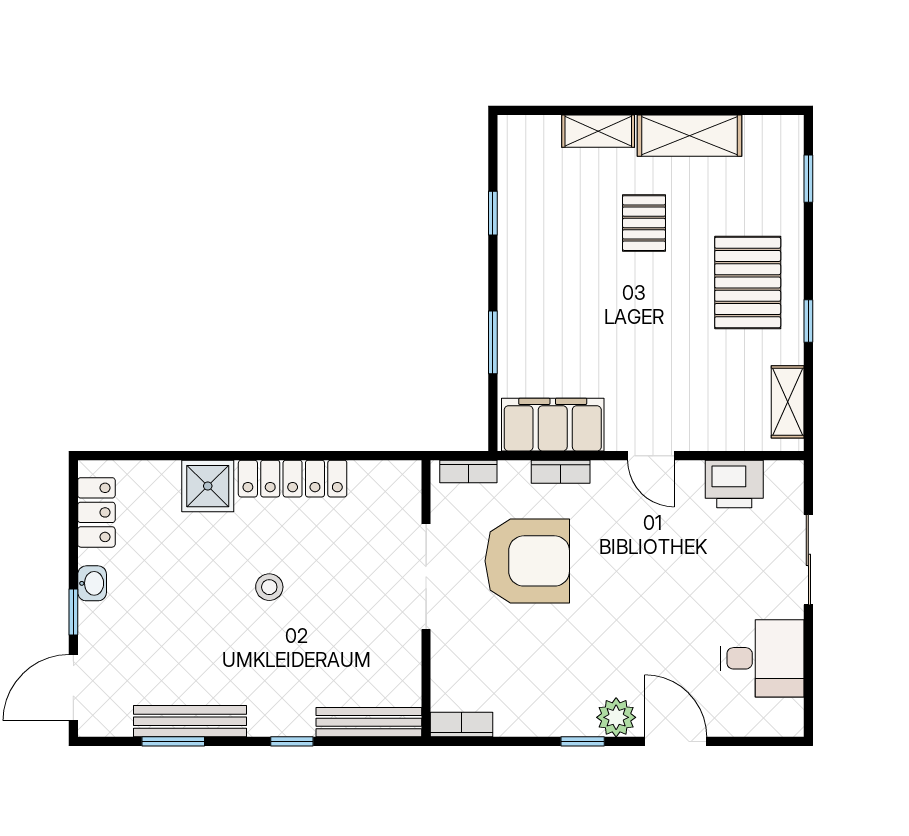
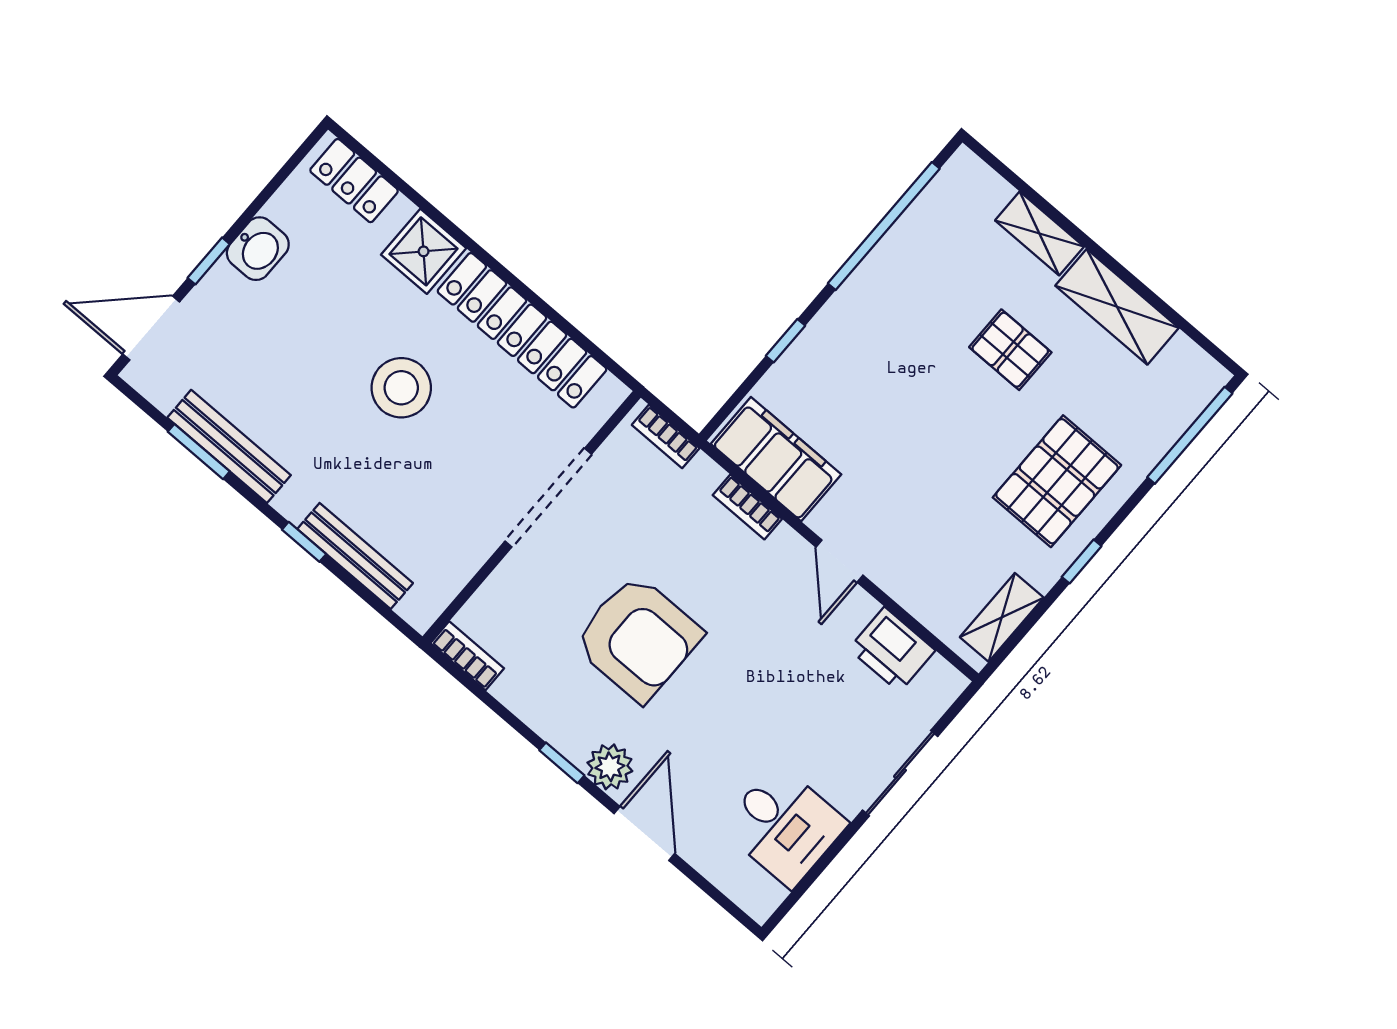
window: (808, 179) -> (1190, 435), width x2.17
window: (493, 213) -> (884, 226), width x3.17
pallet: (644, 223) -> (1010, 350), turned 90
window: (493, 342) -> (785, 341), width x0.67
locker: (293, 479) -> (522, 330), width x1.41, depth x1.21
locker: (96, 512) -> (354, 181), moved, turned 90
armchair: (527, 561) -> (638, 638), moved
washbasin: (92, 583) -> (258, 249), width x1.38, depth x1.45
stool: (269, 587) -> (401, 388), width x1.89, depth x1.89
bench: (369, 722) -> (355, 556), moved

